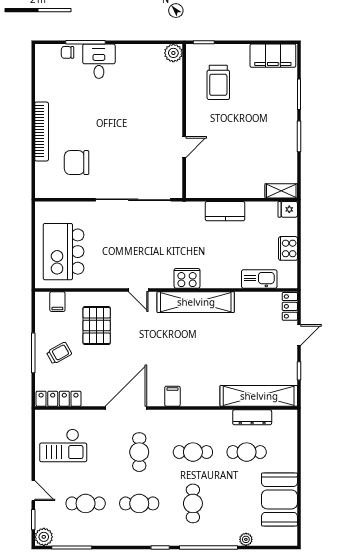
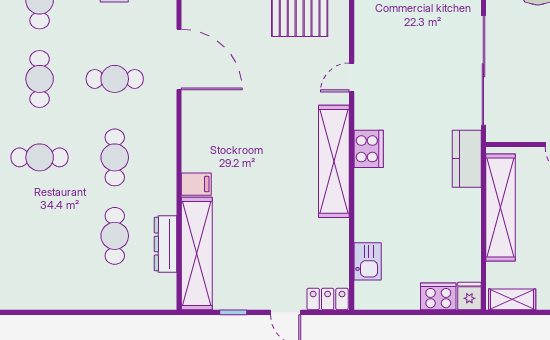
shelving: (227, 188) -> (501, 208), added
shelving: (281, 191) -> (512, 299), moved, turned 90
kitchen counter: (225, 211) -> (467, 159), moved
cooker: (288, 248) -> (438, 296), moved
kitchen sink: (259, 279) -> (368, 261), width x0.73
filing cabinet: (172, 396) -> (196, 184), moved
booth: (279, 499) -> (45, 284), removed

